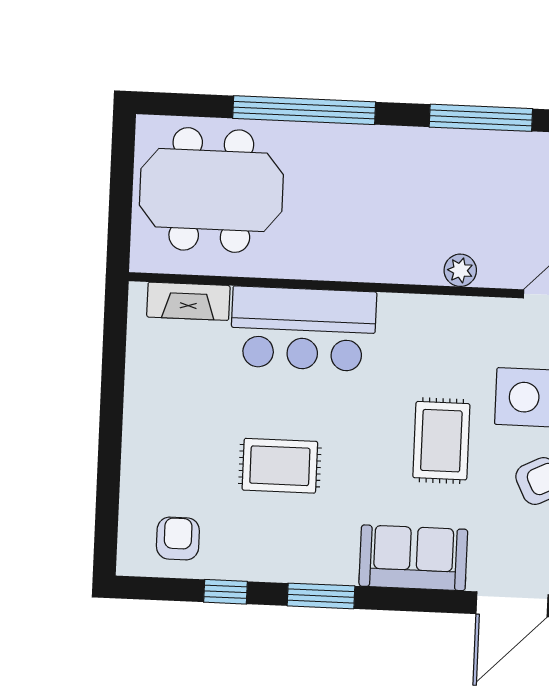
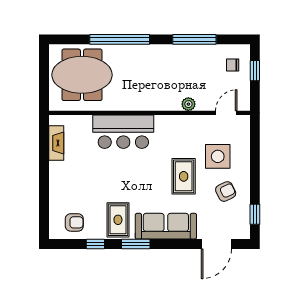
fireplace: (188, 301) -> (56, 143), moved, turned -90
rug: (280, 466) -> (118, 220), moved, turned 90
armchair: (178, 538) -> (74, 222), turned 90
sofa: (413, 558) -> (166, 226), width x1.36

